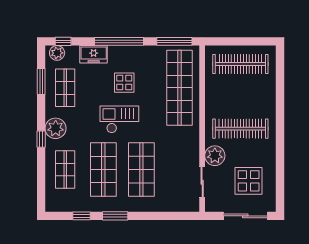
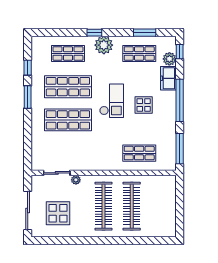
plant: (57, 53) -> (169, 59), moved
clothes rail: (240, 64) -> (132, 206), moved
shop shelf: (179, 88) -> (139, 153), width x0.50, depth x0.74
plant: (215, 156) -> (76, 180), width x0.53, depth x0.53

